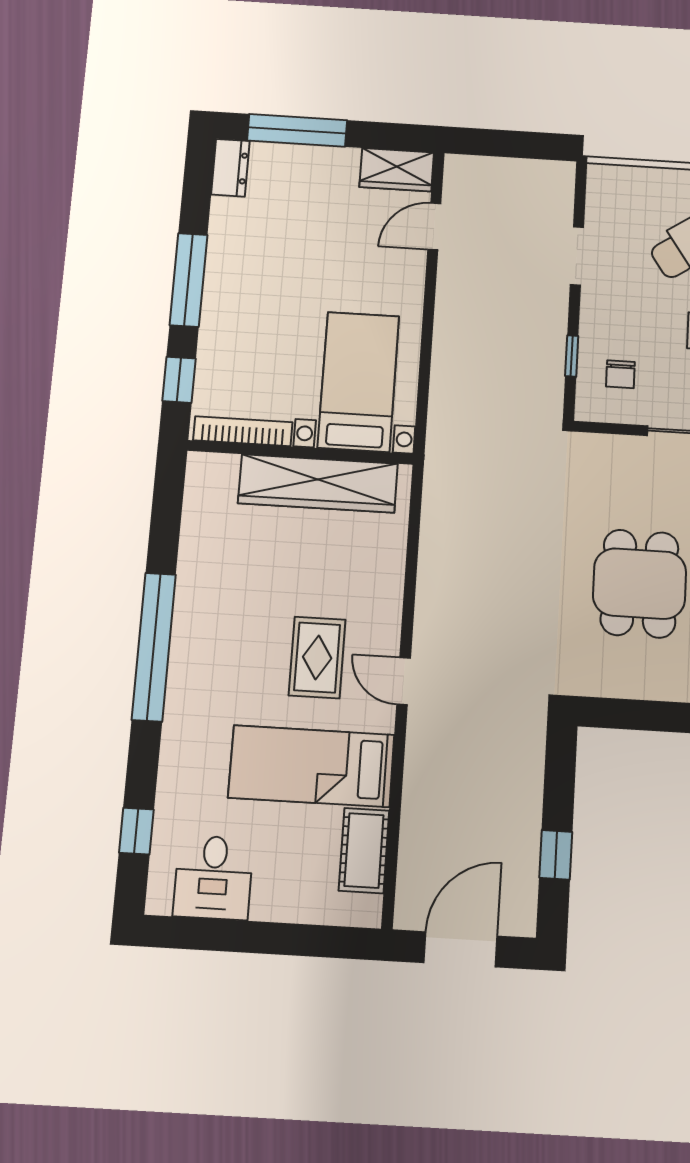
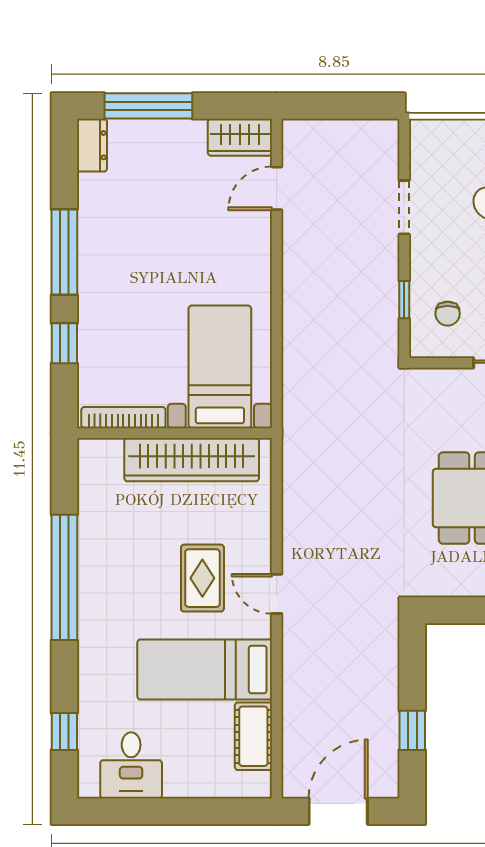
bed with nightstands: (358, 382) -> (220, 367), moved
bookcase: (243, 431) -> (123, 418), moved
wall: (300, 452) -> (174, 433), moved
wardrobe: (318, 483) -> (192, 460), moved

